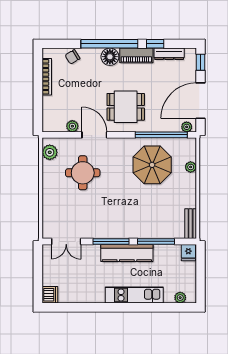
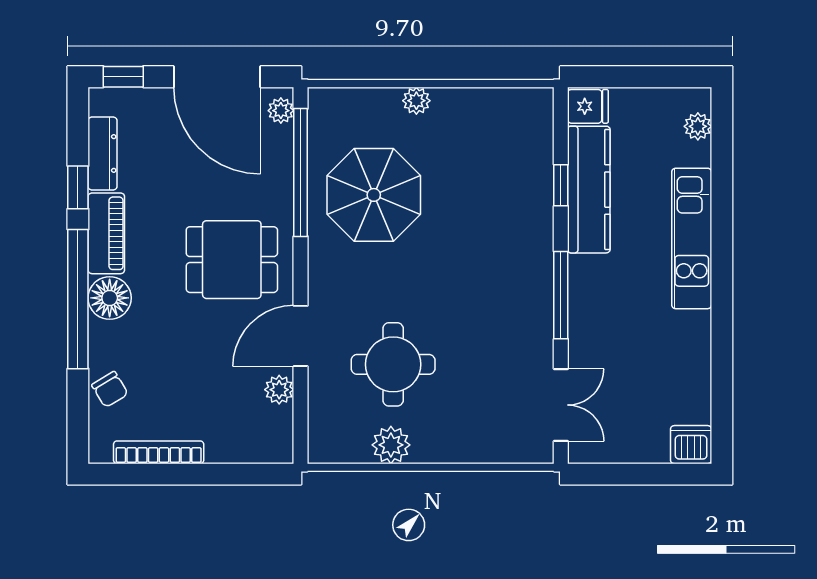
dining table: (126, 107) -> (232, 260), turned 90
plant: (50, 152) -> (391, 445), moved
plant: (191, 167) -> (416, 101), moved
bench: (191, 224) -> (517, 101), removed
window: (156, 241) -> (561, 185), width x0.46
kitchen counter: (127, 253) -> (589, 190), moved

